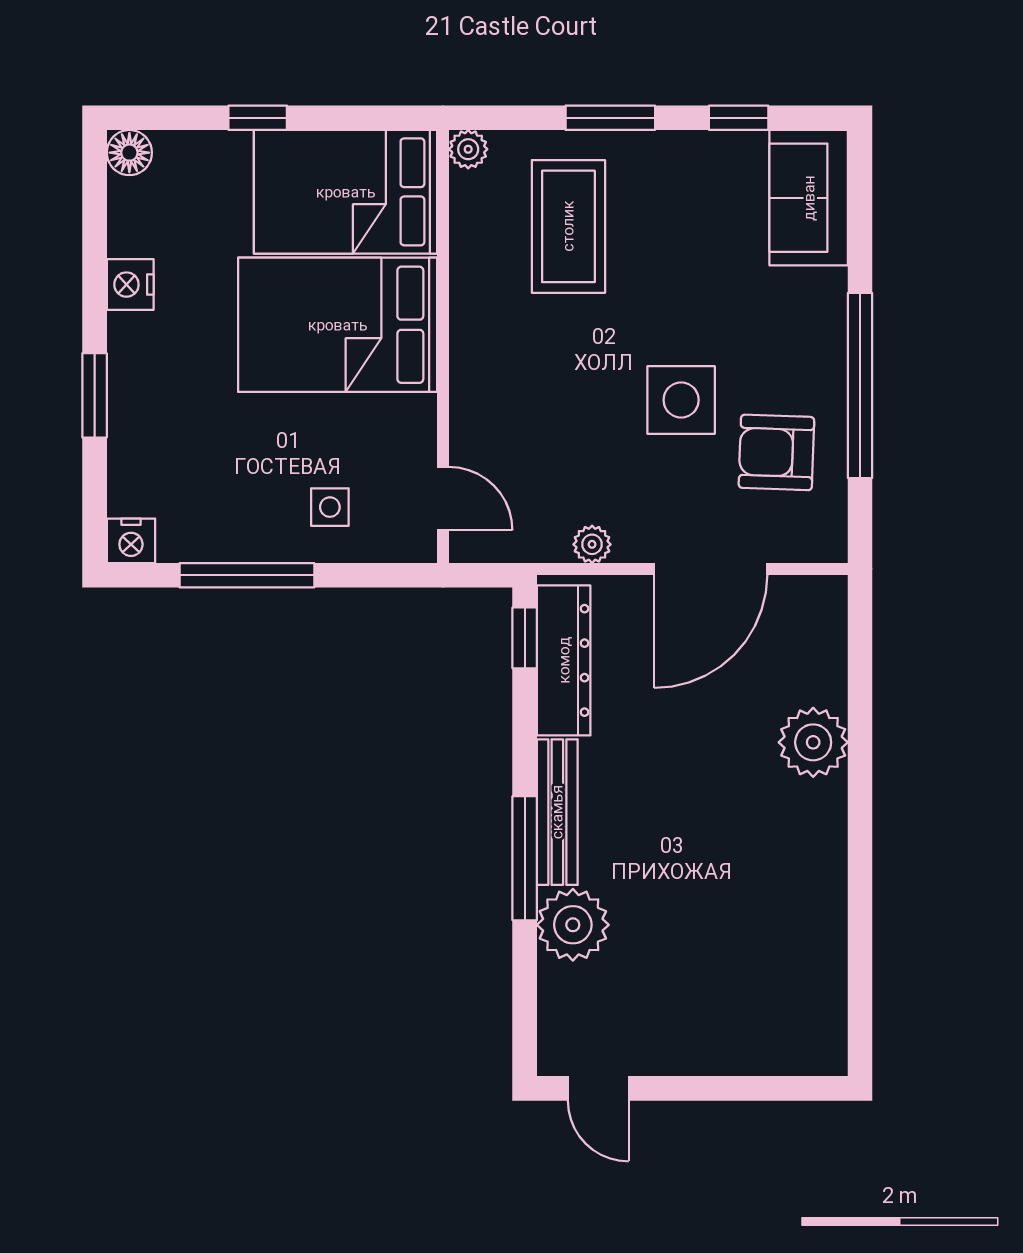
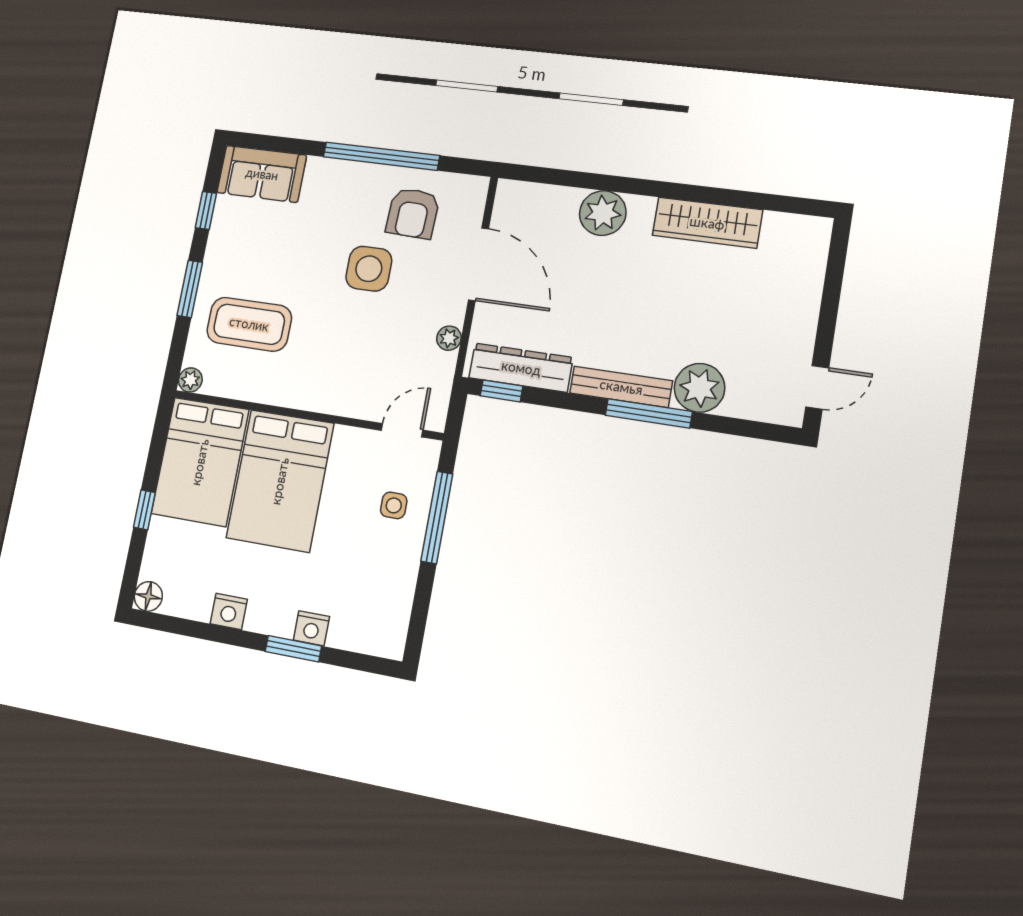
nightstand: (131, 541) -> (311, 628), moved, turned 90
window: (247, 575) -> (437, 517), moved
wardrobe: (818, 898) -> (707, 223), added

